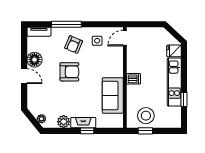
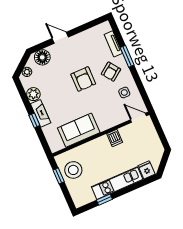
window: (66, 24) -> (127, 56), width x0.69
tv unit: (39, 32) -> (113, 44), moved
armchair: (74, 45) -> (111, 72), turned -59
floor lamp: (34, 60) -> (42, 57), moved
door: (24, 76) -> (60, 38), swing flipped
dishwasher: (134, 79) -> (115, 138), moved

